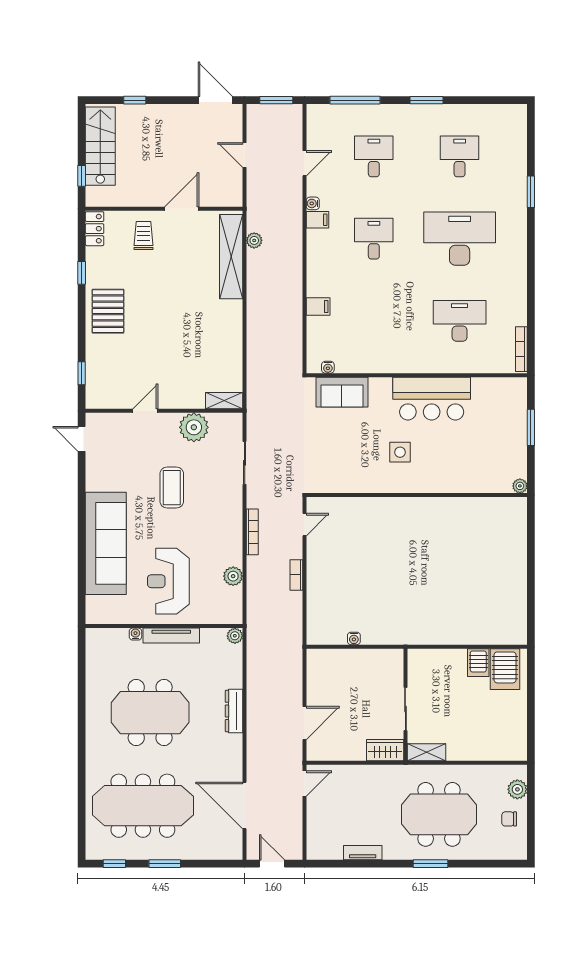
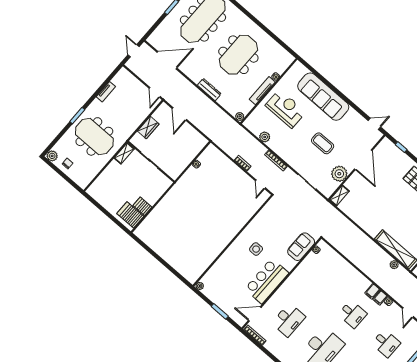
filing cabinet: (318, 306) -> (372, 291), moved
door: (492, 375) -> (255, 314), added
door: (145, 411) -> (363, 160), width x1.87
wardrobe: (385, 750) -> (148, 128), moved
plant: (517, 789) -> (52, 156), moved
meeting table: (439, 814) -> (94, 136), turned 90
door: (272, 864) -> (133, 51), swing flipped

